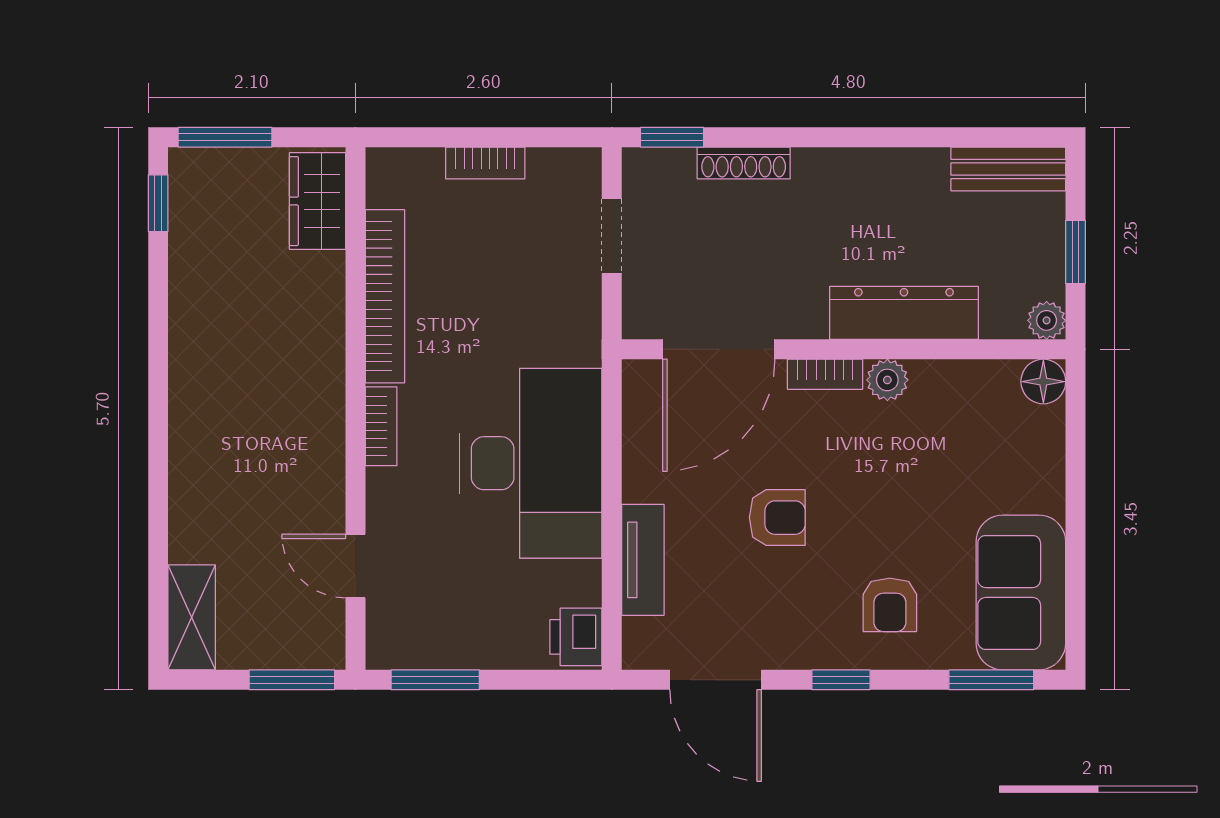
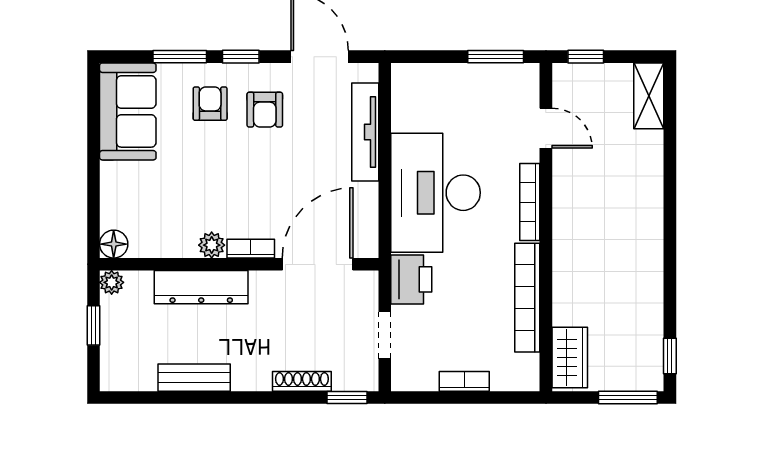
bench: (1008, 169) -> (194, 378), moved
bookcase: (381, 426) -> (530, 202), width x1.56
armchair: (777, 518) -> (265, 110), moved, turned -90
tv unit: (643, 560) -> (365, 132), width x1.41
printer: (576, 637) -> (411, 279), moved, width x1.36, depth x1.24
window: (292, 680) -> (586, 57), width x0.67
window: (991, 680) -> (180, 57), moved

